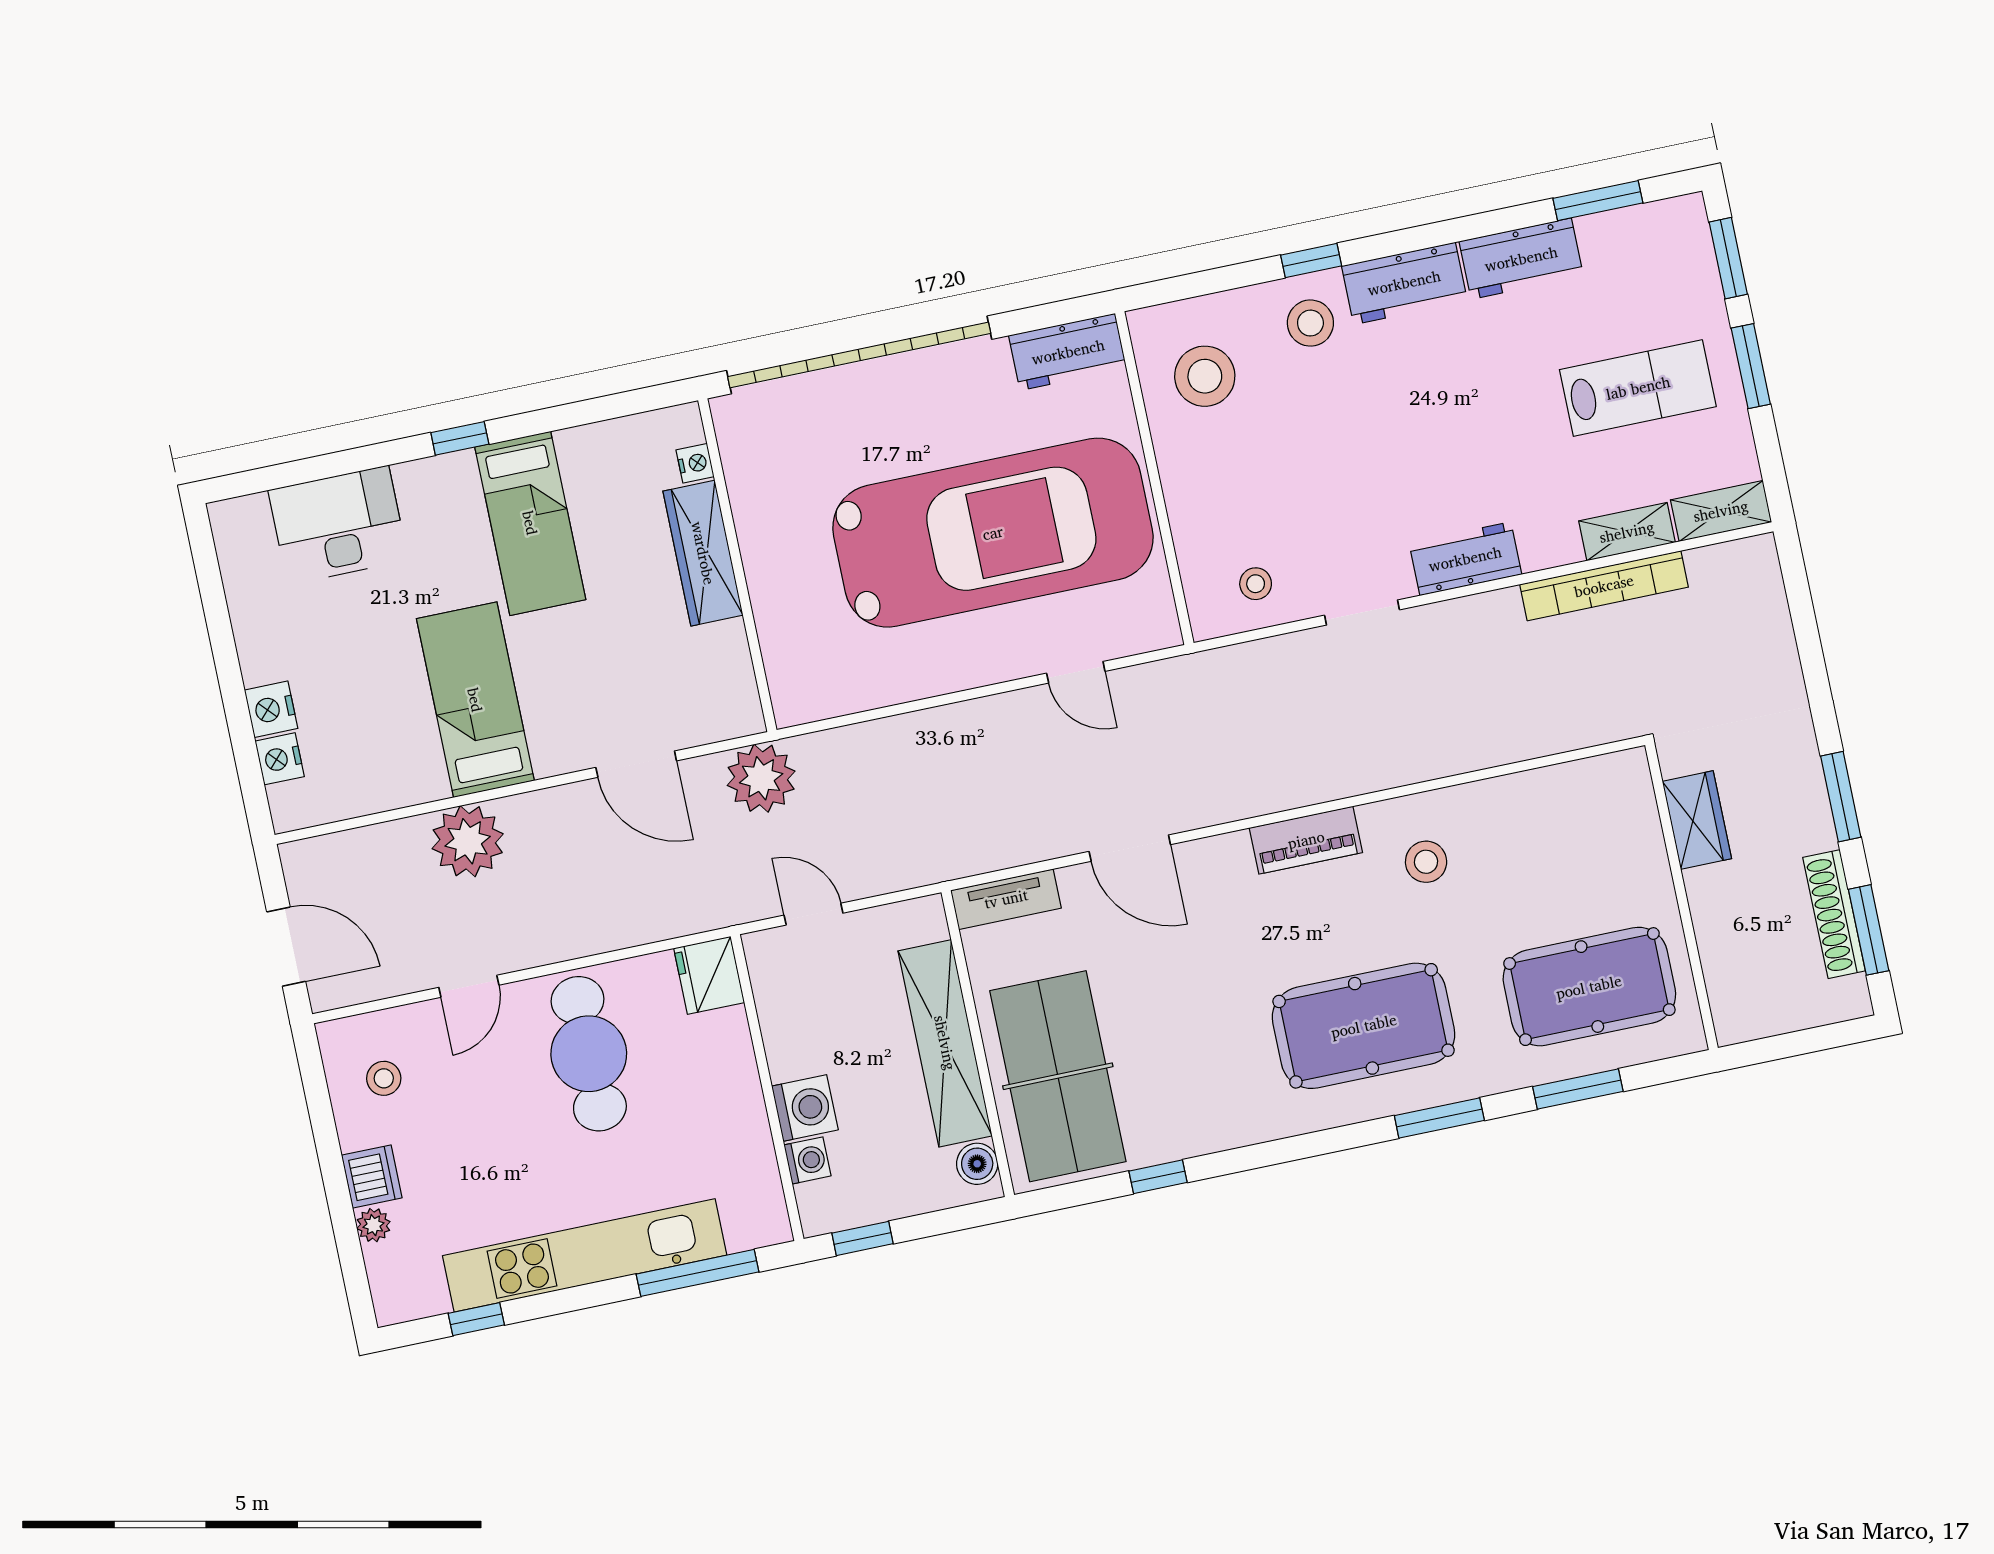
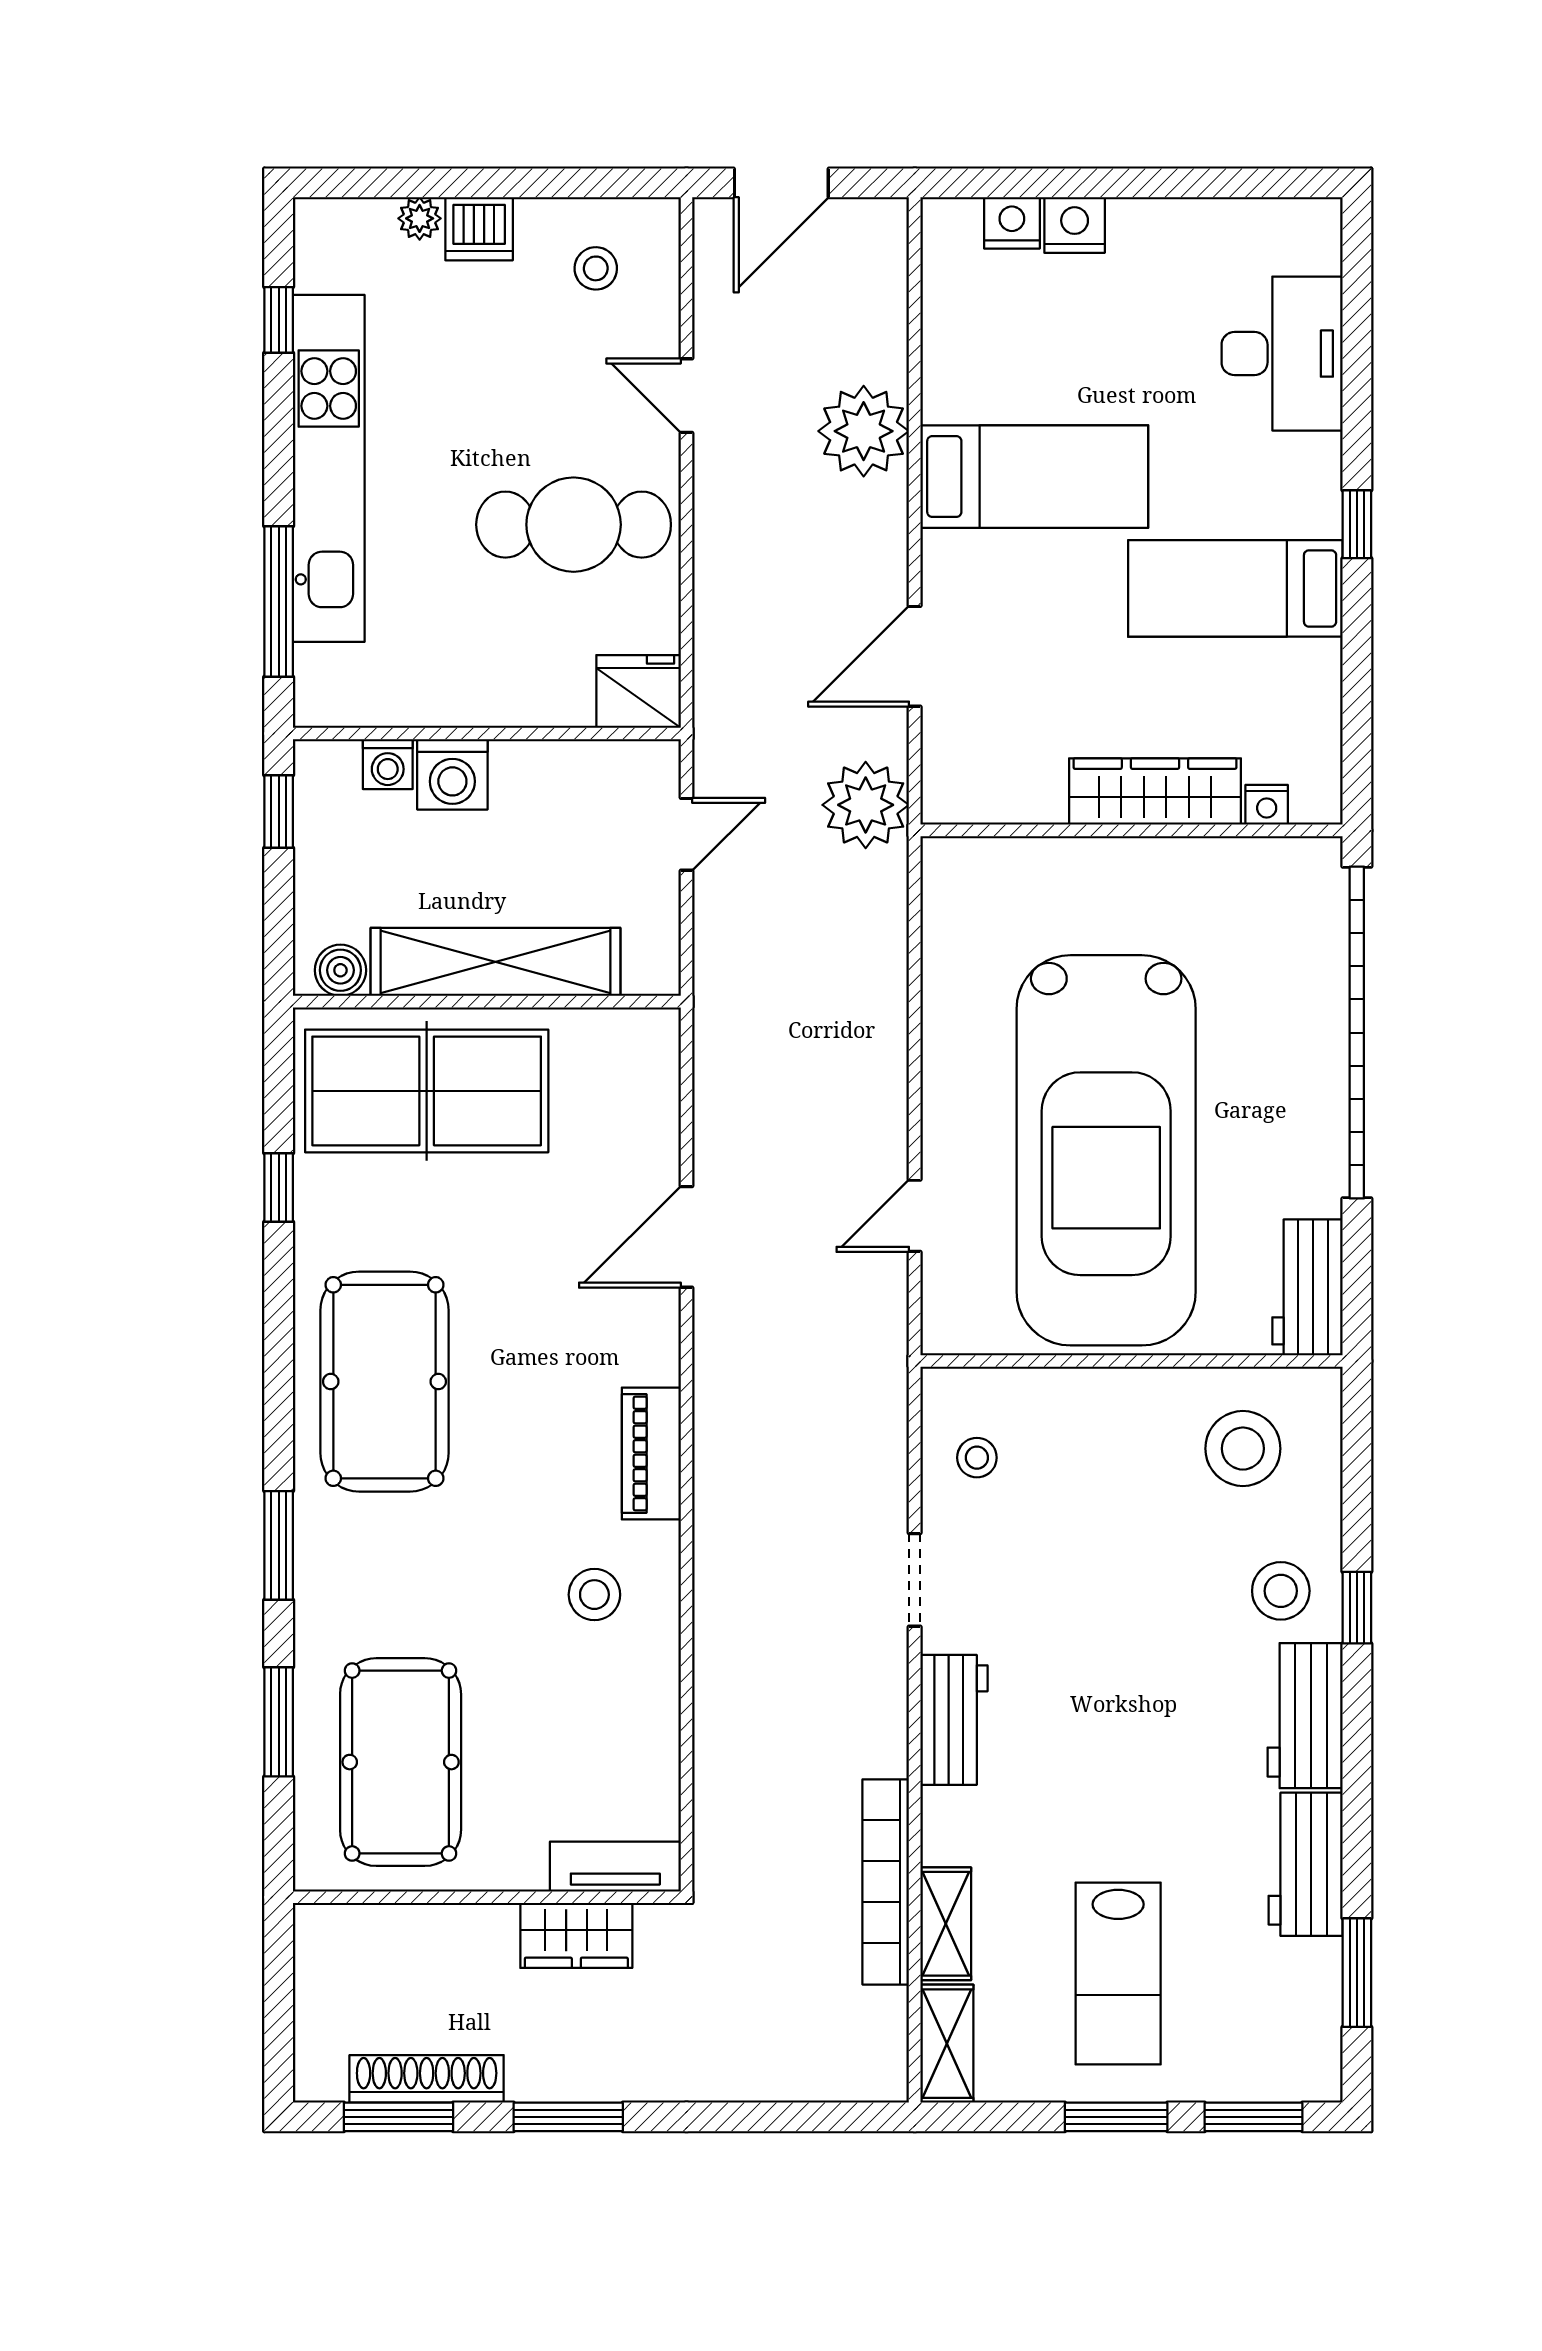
tv unit: (1006, 899) -> (615, 1867), moved, turned 90
pool table: (1364, 1026) -> (384, 1382), moved

